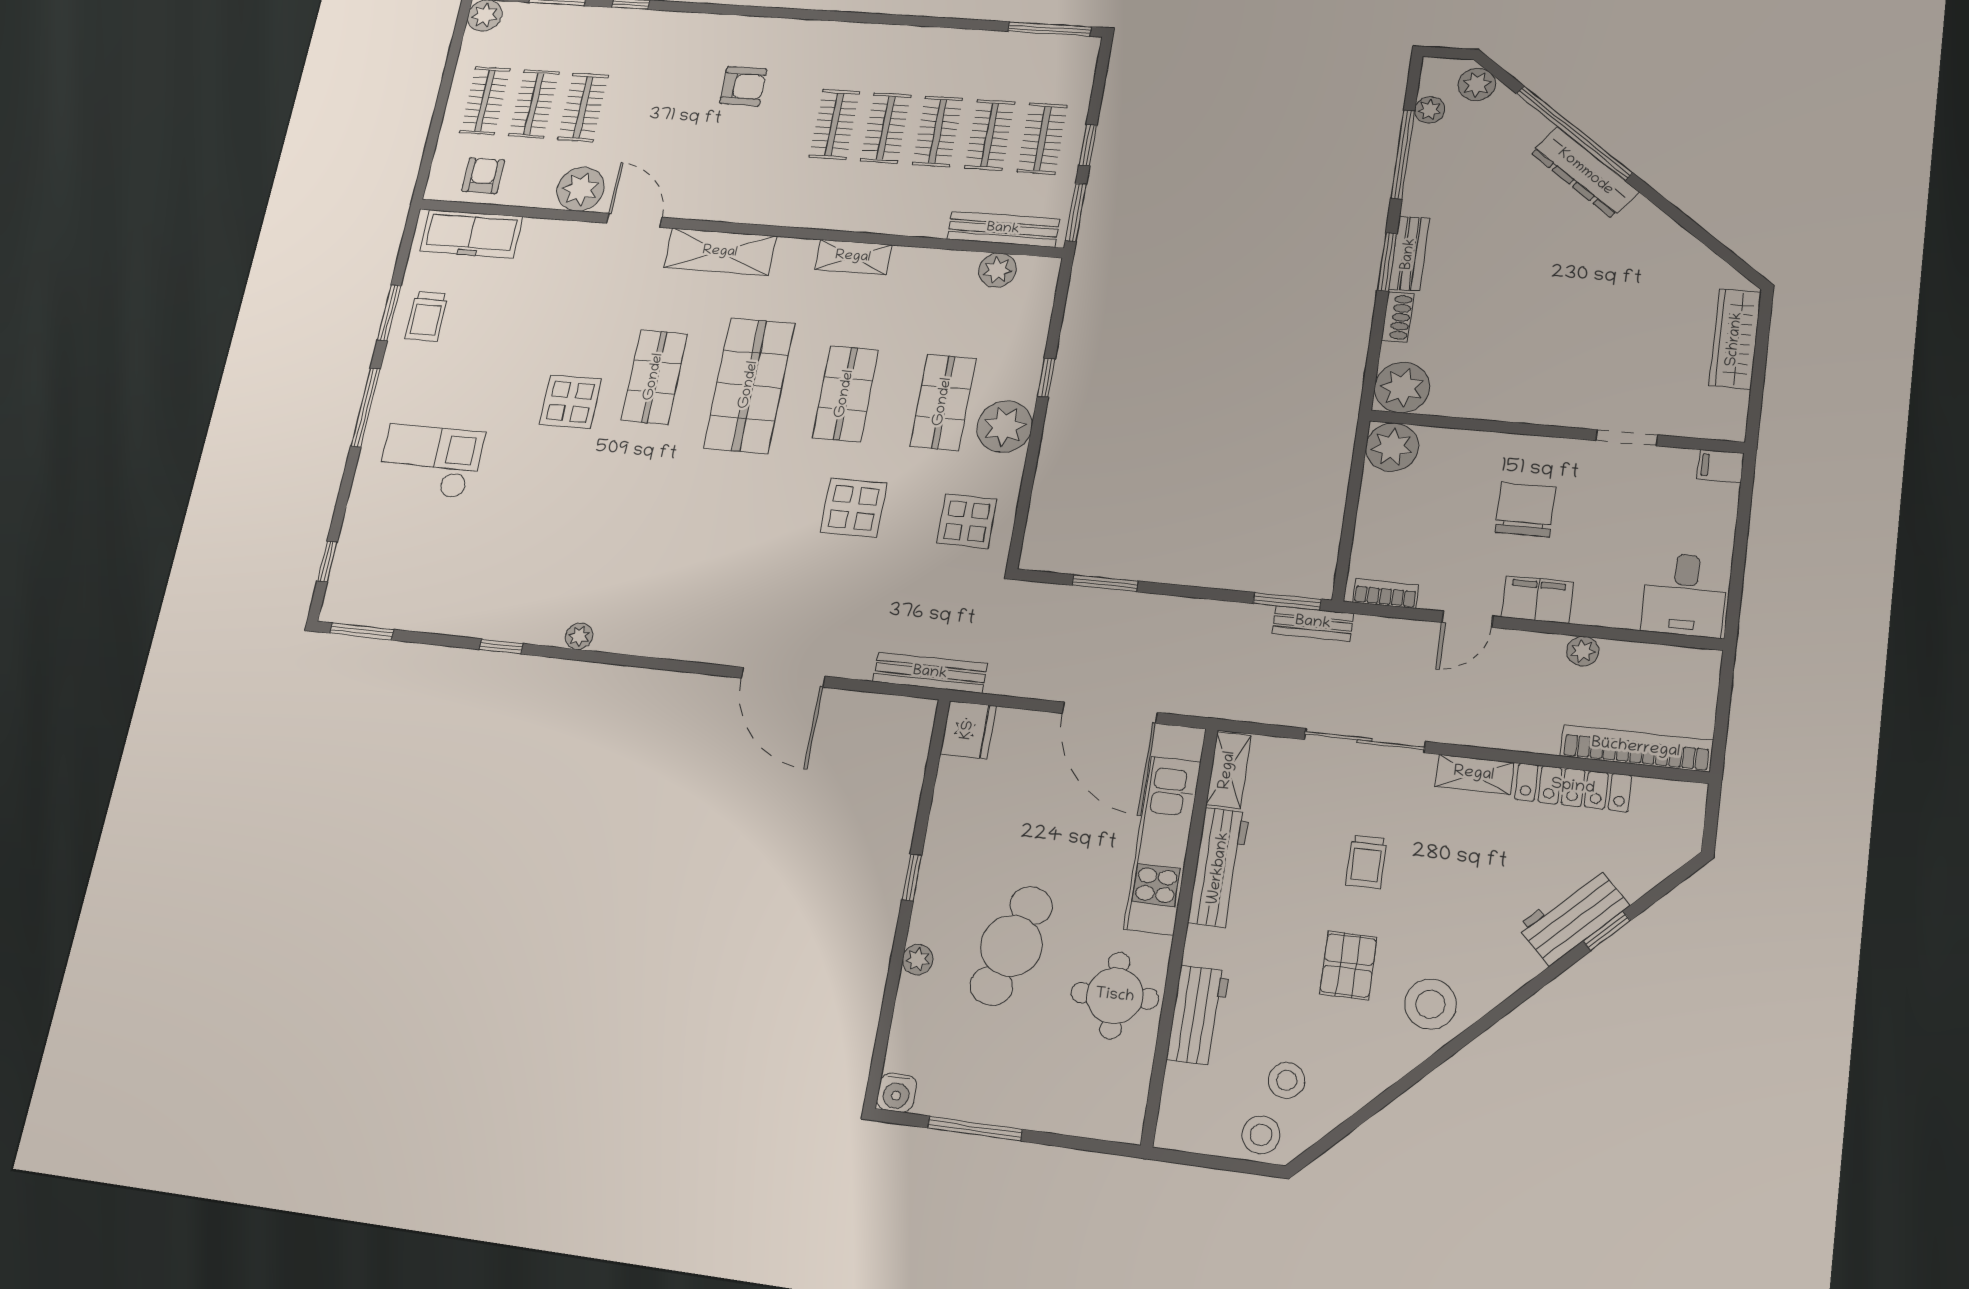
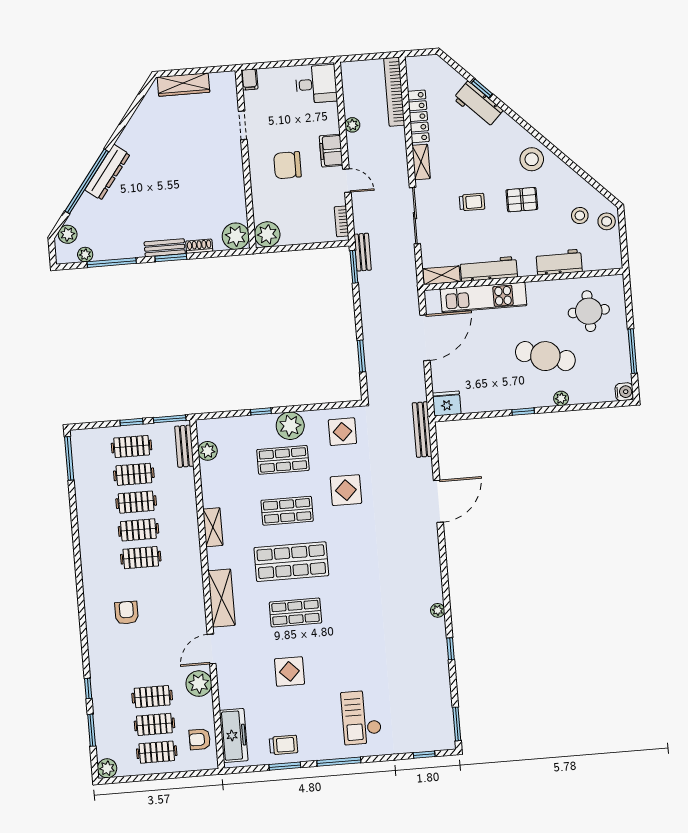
bench: (1003, 229) -> (184, 446), width x0.73
display table: (570, 402) -> (289, 671), moved
round table: (1115, 996) -> (589, 311), moved

